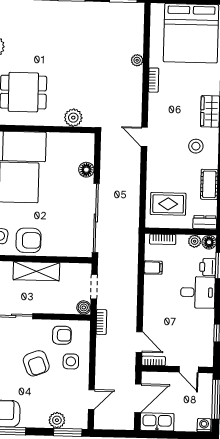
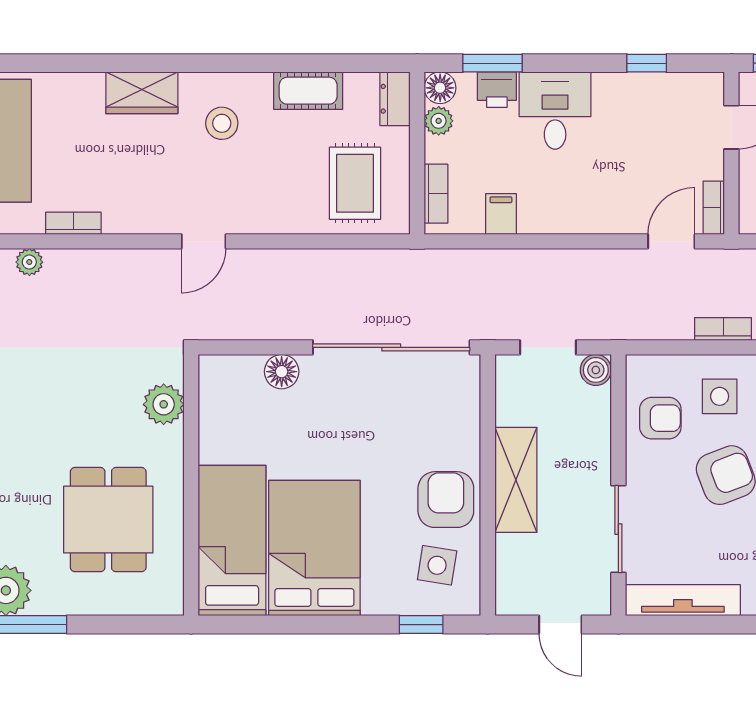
bookcase: (101, 322) -> (723, 329), moved
armchair: (62, 335) -> (660, 418), turned 90

